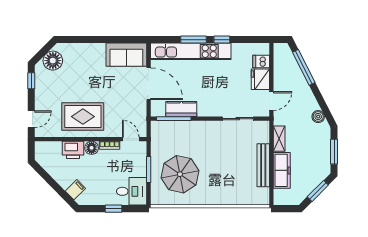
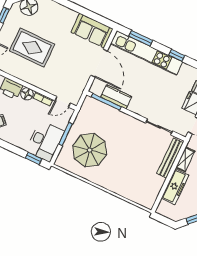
window: (193, 40) -> (141, 38), moved
rug: (83, 117) -> (32, 48), moved
door: (131, 139) -> (63, 102), swing flipped
bench: (263, 165) -> (170, 158), moved
desk: (132, 191) -> (45, 141), width x1.37
window: (114, 209) -> (34, 158), moved

